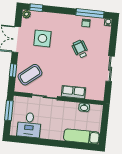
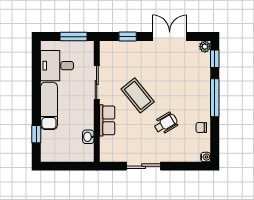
window: (90, 13) -> (215, 98), moved
side table: (42, 38) -> (175, 71), removed
coffee table: (30, 75) -> (138, 95), moved
exam couch: (82, 136) -> (49, 106), moved
window: (78, 146) -> (36, 134), added

